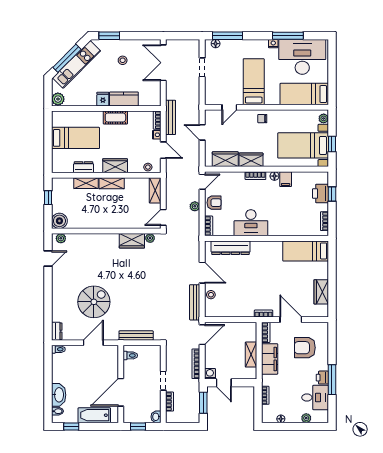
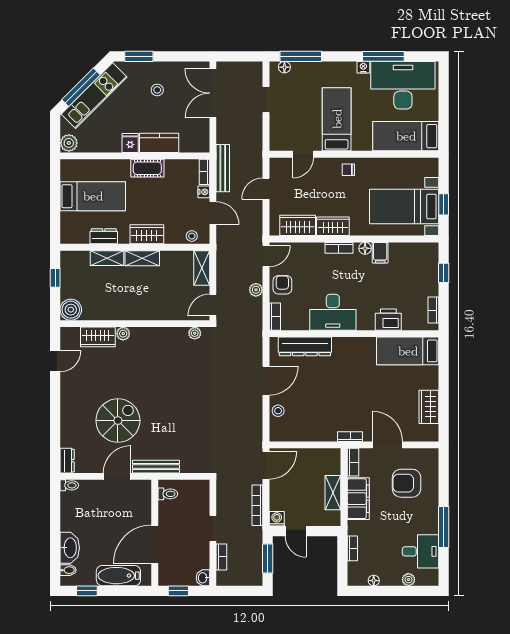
plant: (324, 118) -> (432, 170), removed
door: (202, 132) -> (266, 189), hinge flipped
printer: (320, 194) -> (388, 320), moved, turned 90
armchair: (214, 203) -> (282, 285), turned -90
plant: (61, 238) -> (123, 334), moved
wardrobe: (132, 241) -> (98, 337), moved
door: (202, 273) -> (266, 381), hinge flipped
bench: (195, 302) -> (256, 421), removed
bench: (136, 335) -> (156, 467), moved
printer: (322, 378) -> (430, 524), removed

